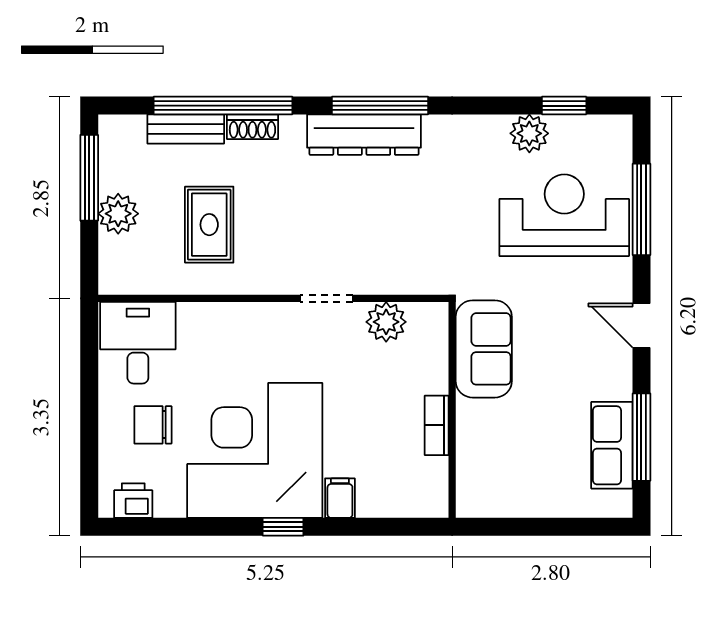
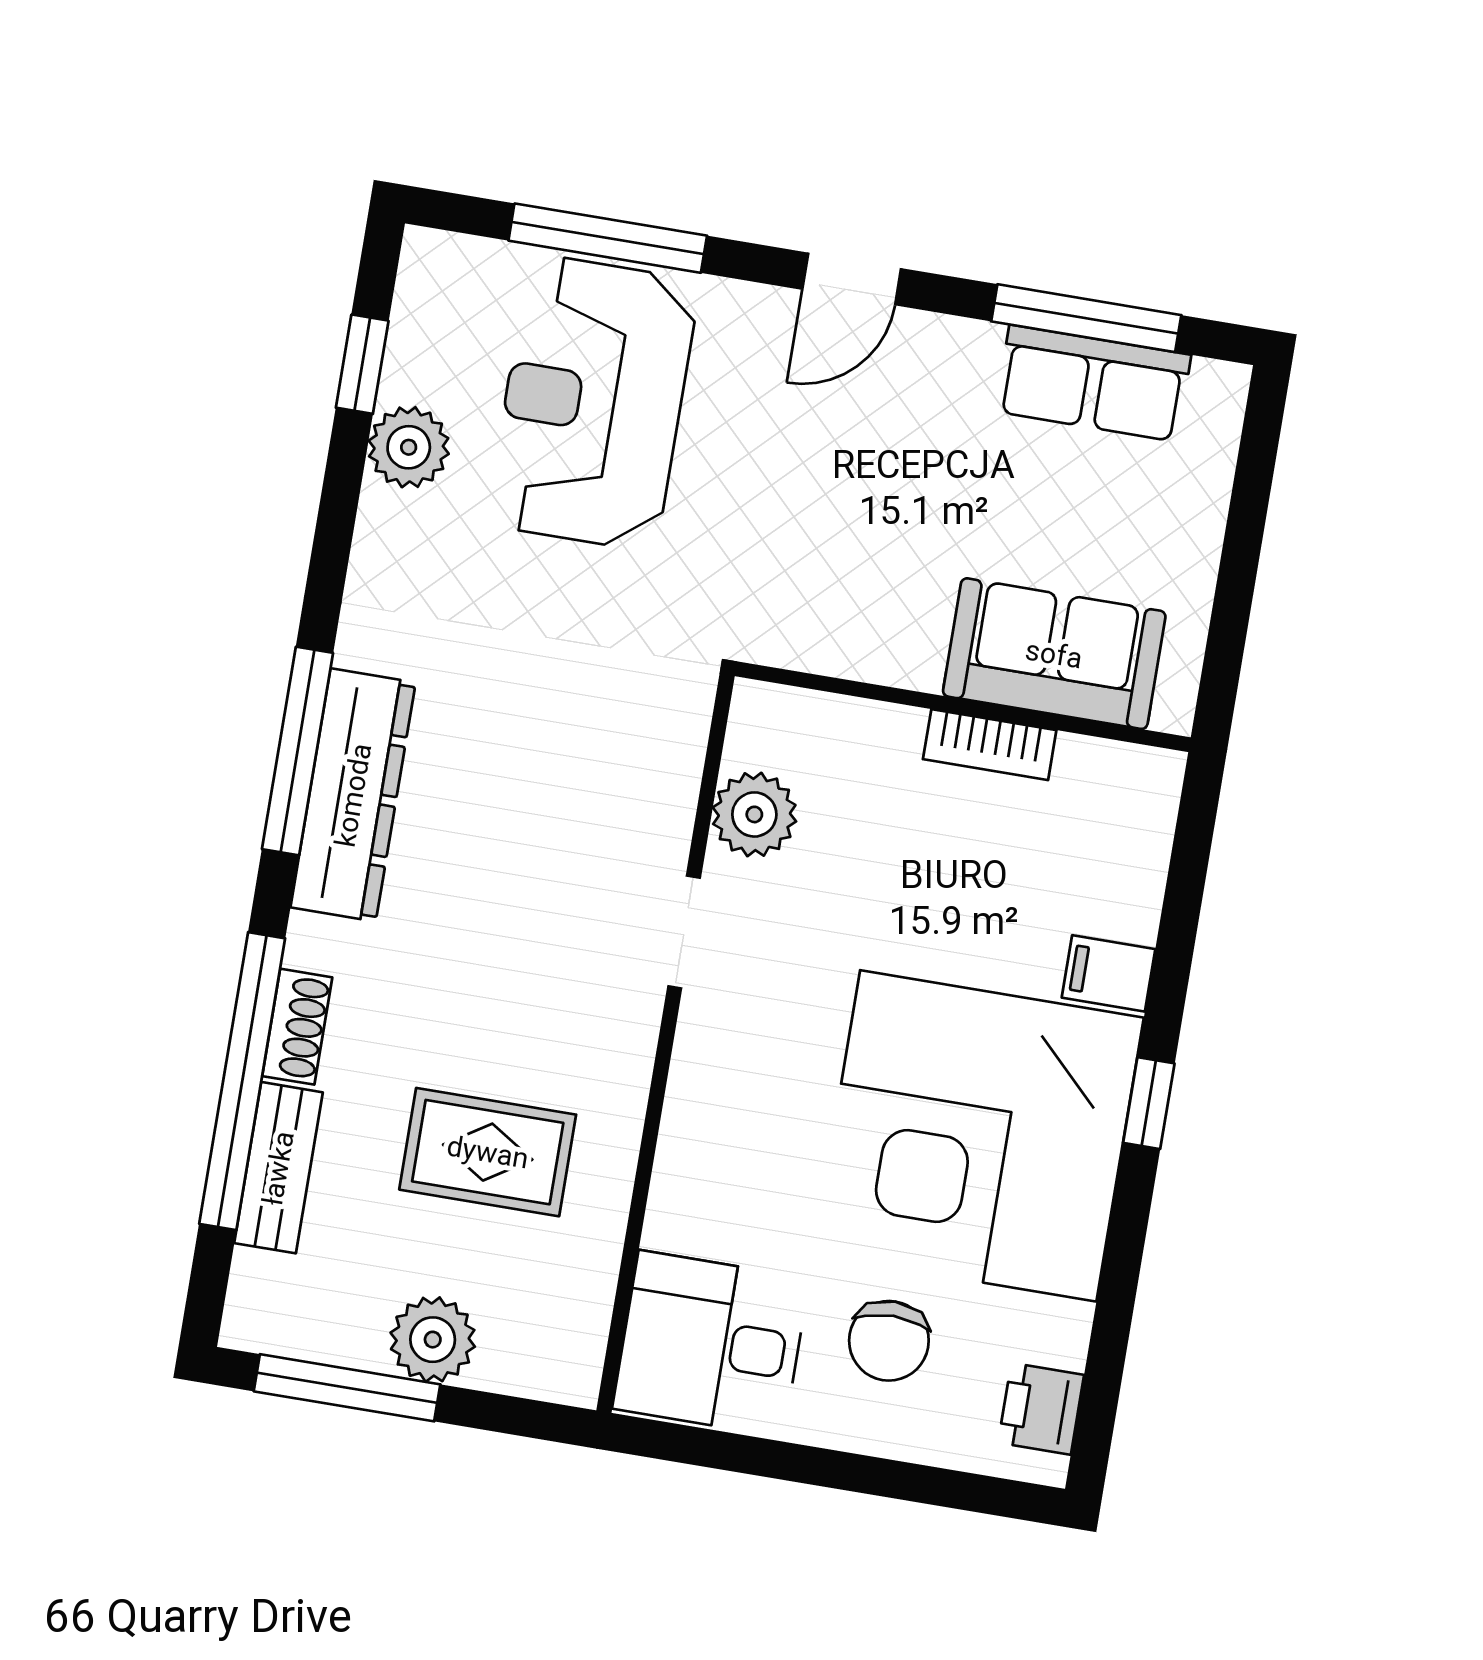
sofa: (484, 349) -> (1054, 654), moved

